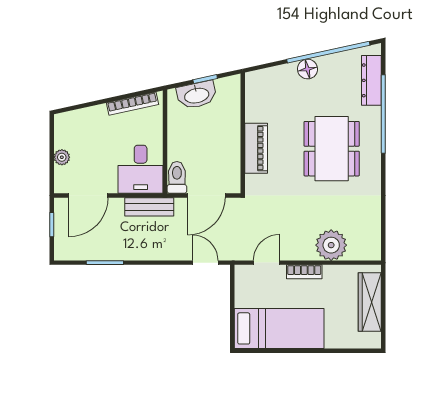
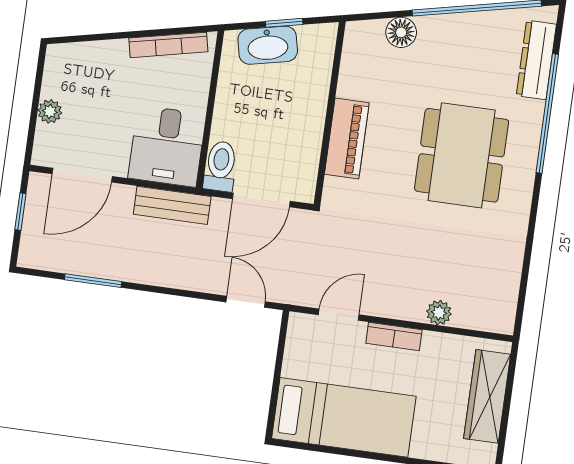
floor lamp: (307, 69) -> (401, 32), moved
plant: (331, 245) -> (439, 313), width x0.53, depth x0.53

